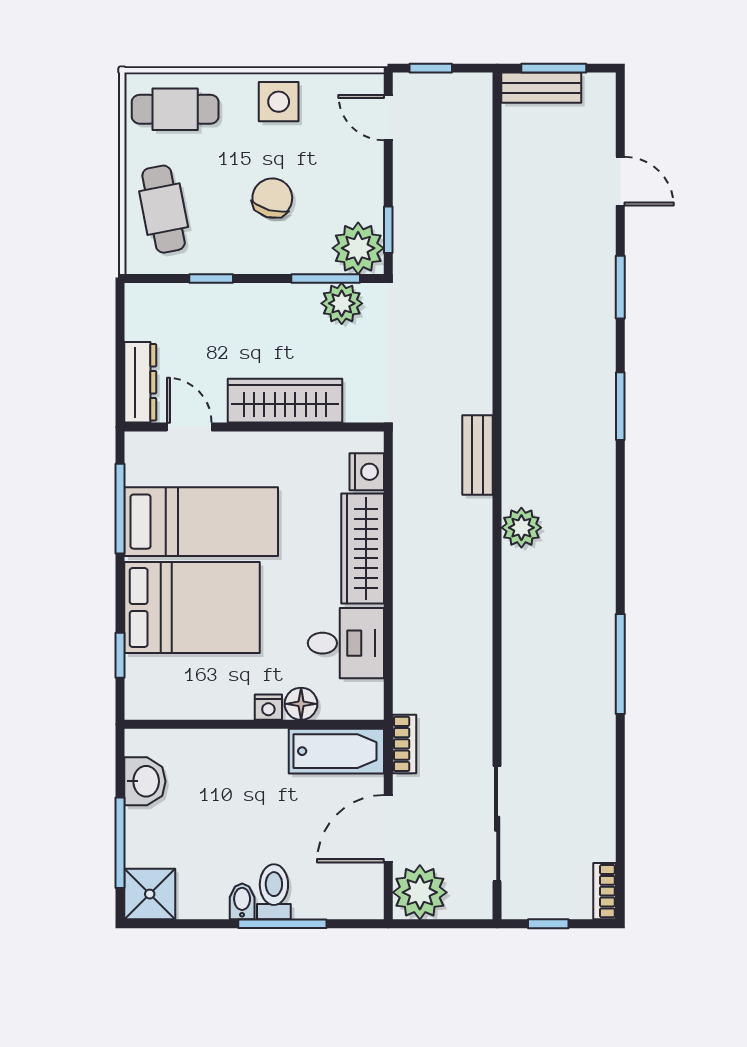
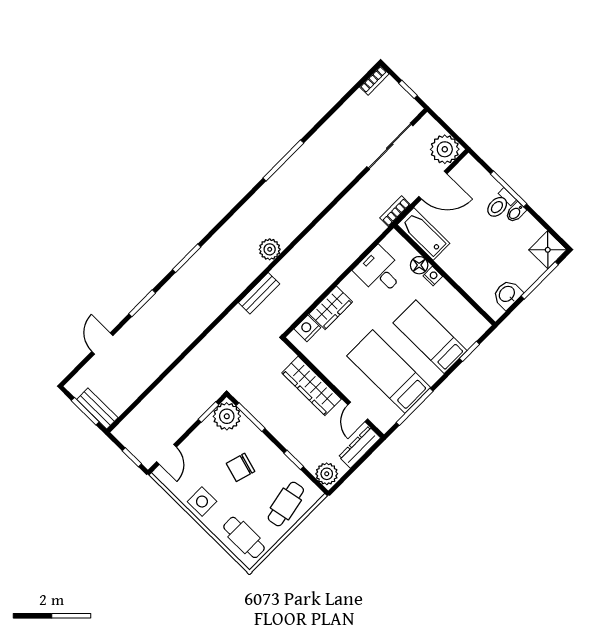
plant: (342, 303) -> (327, 474), moved
wardrobe: (363, 549) -> (331, 308), width x0.67
bed: (192, 607) -> (430, 337), width x0.67

